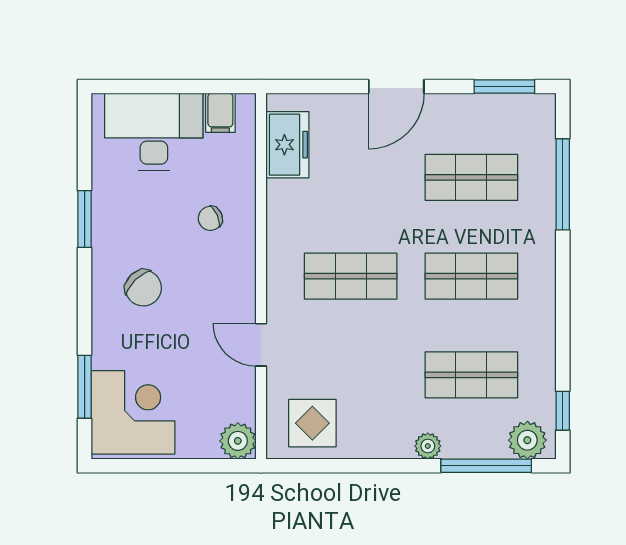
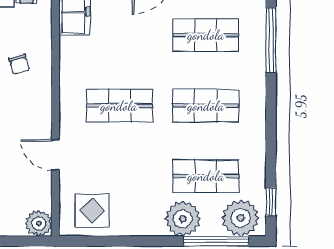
chair: (210, 218) -> (19, 64), turned -82
plant: (527, 440) -> (241, 218), width x1.36, depth x1.36
plant: (428, 446) -> (183, 219), width x1.88, depth x1.88

